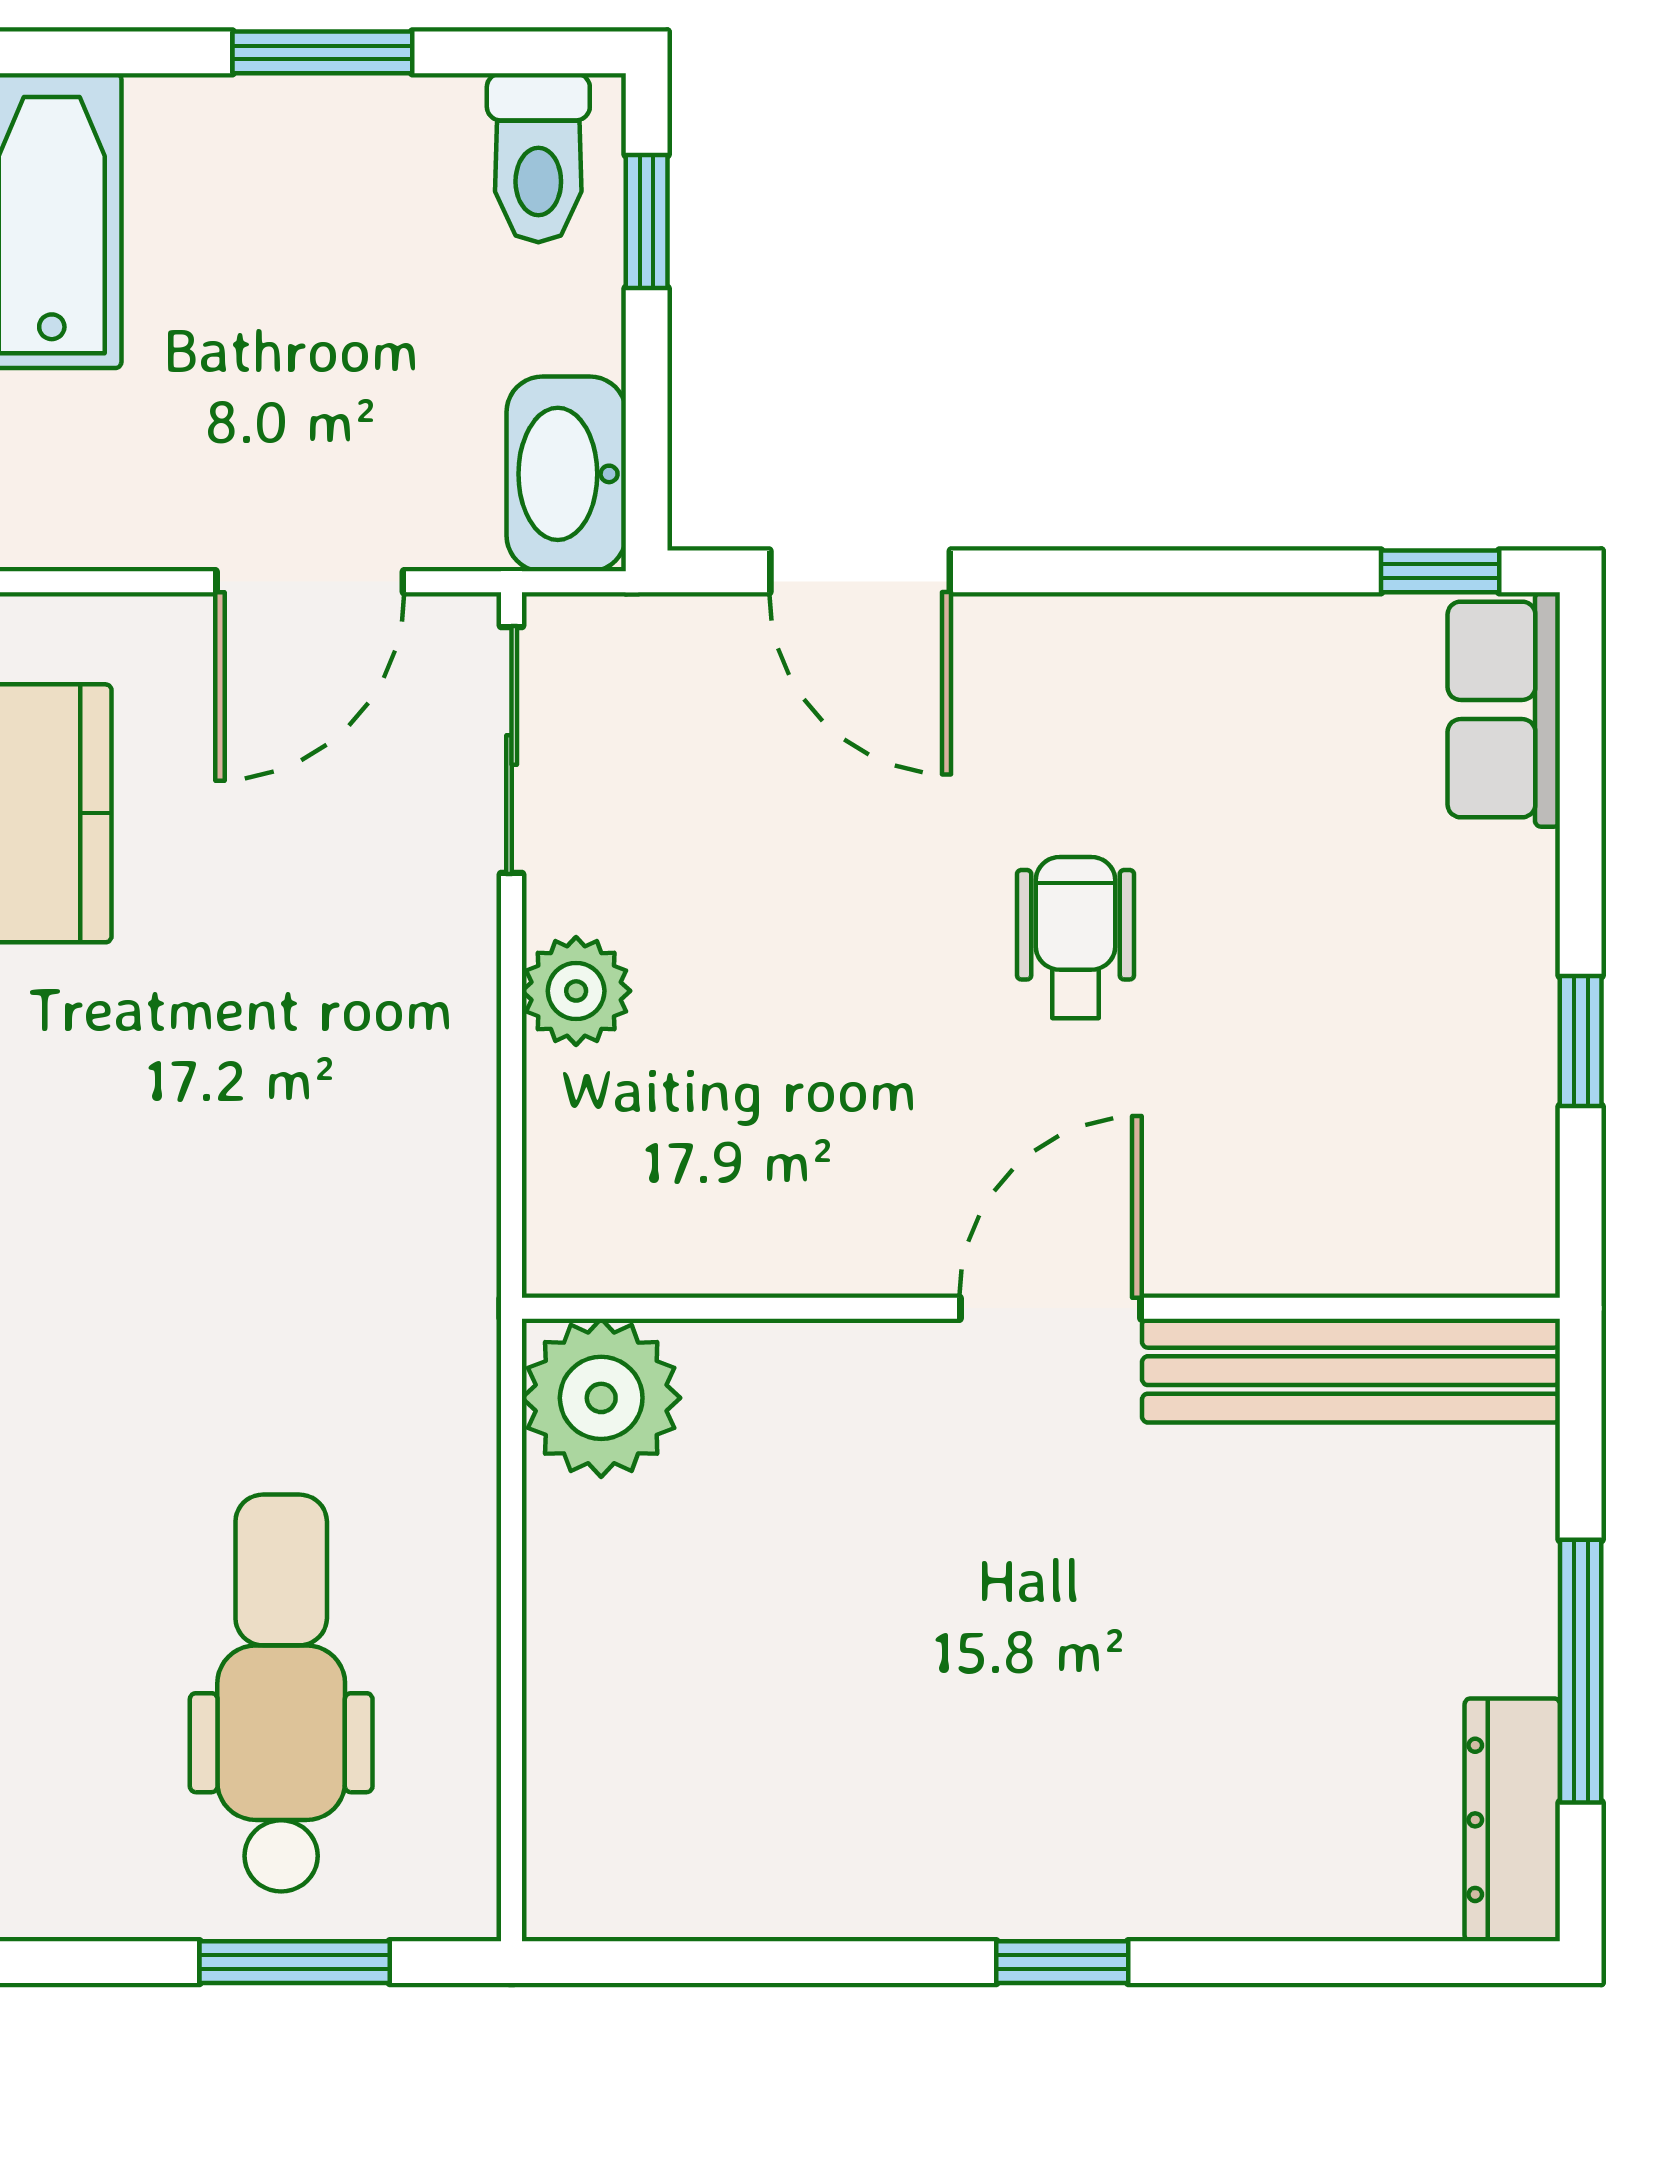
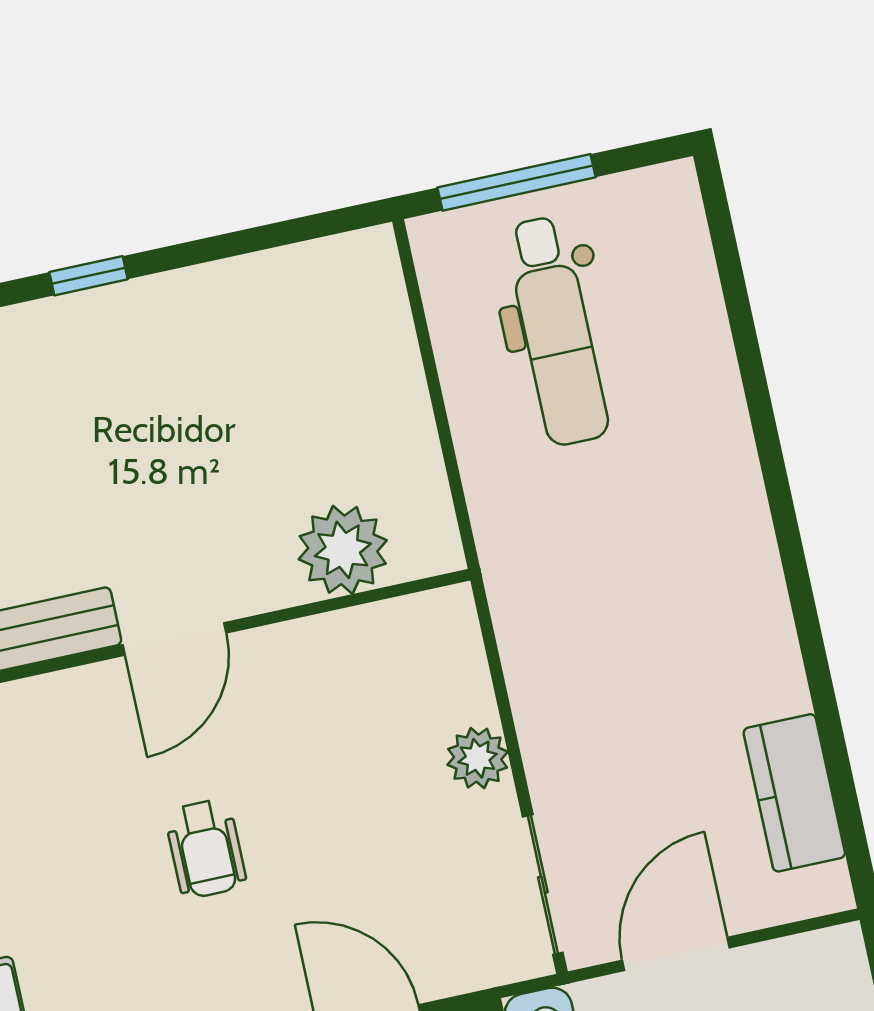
plant: (601, 1398) -> (343, 550), moved
window: (295, 1962) -> (516, 182), width x1.44

